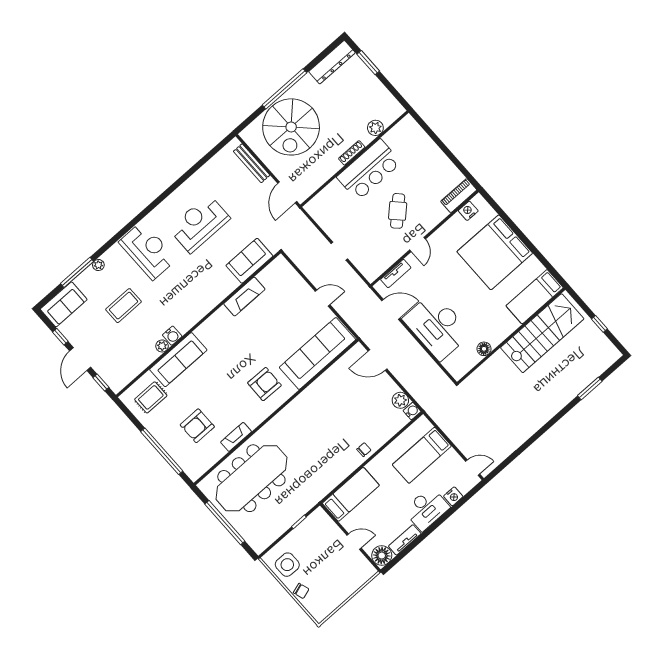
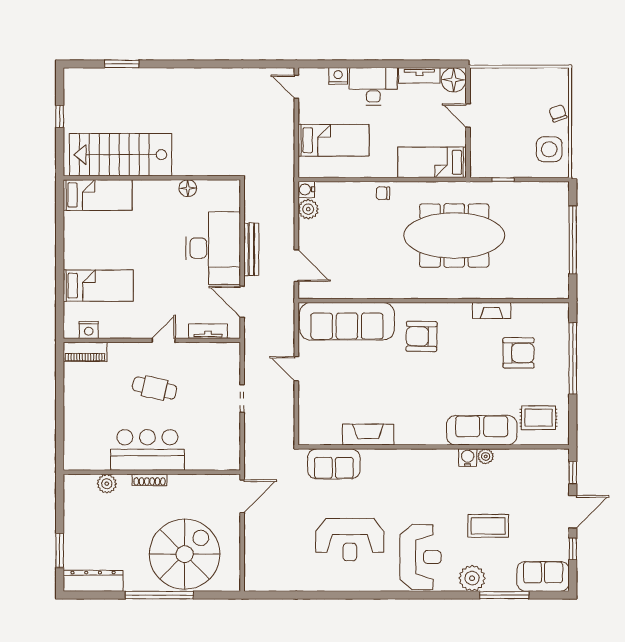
bench: (252, 163) -> (251, 249), moved
cafe table: (398, 211) -> (155, 388), turned 57
reception desk: (148, 251) -> (420, 557), turned 180
bed: (495, 252) -> (98, 286), width x0.49
plant: (98, 265) -> (472, 578), width x1.88, depth x1.88
meeting table: (251, 478) -> (454, 236), moved

